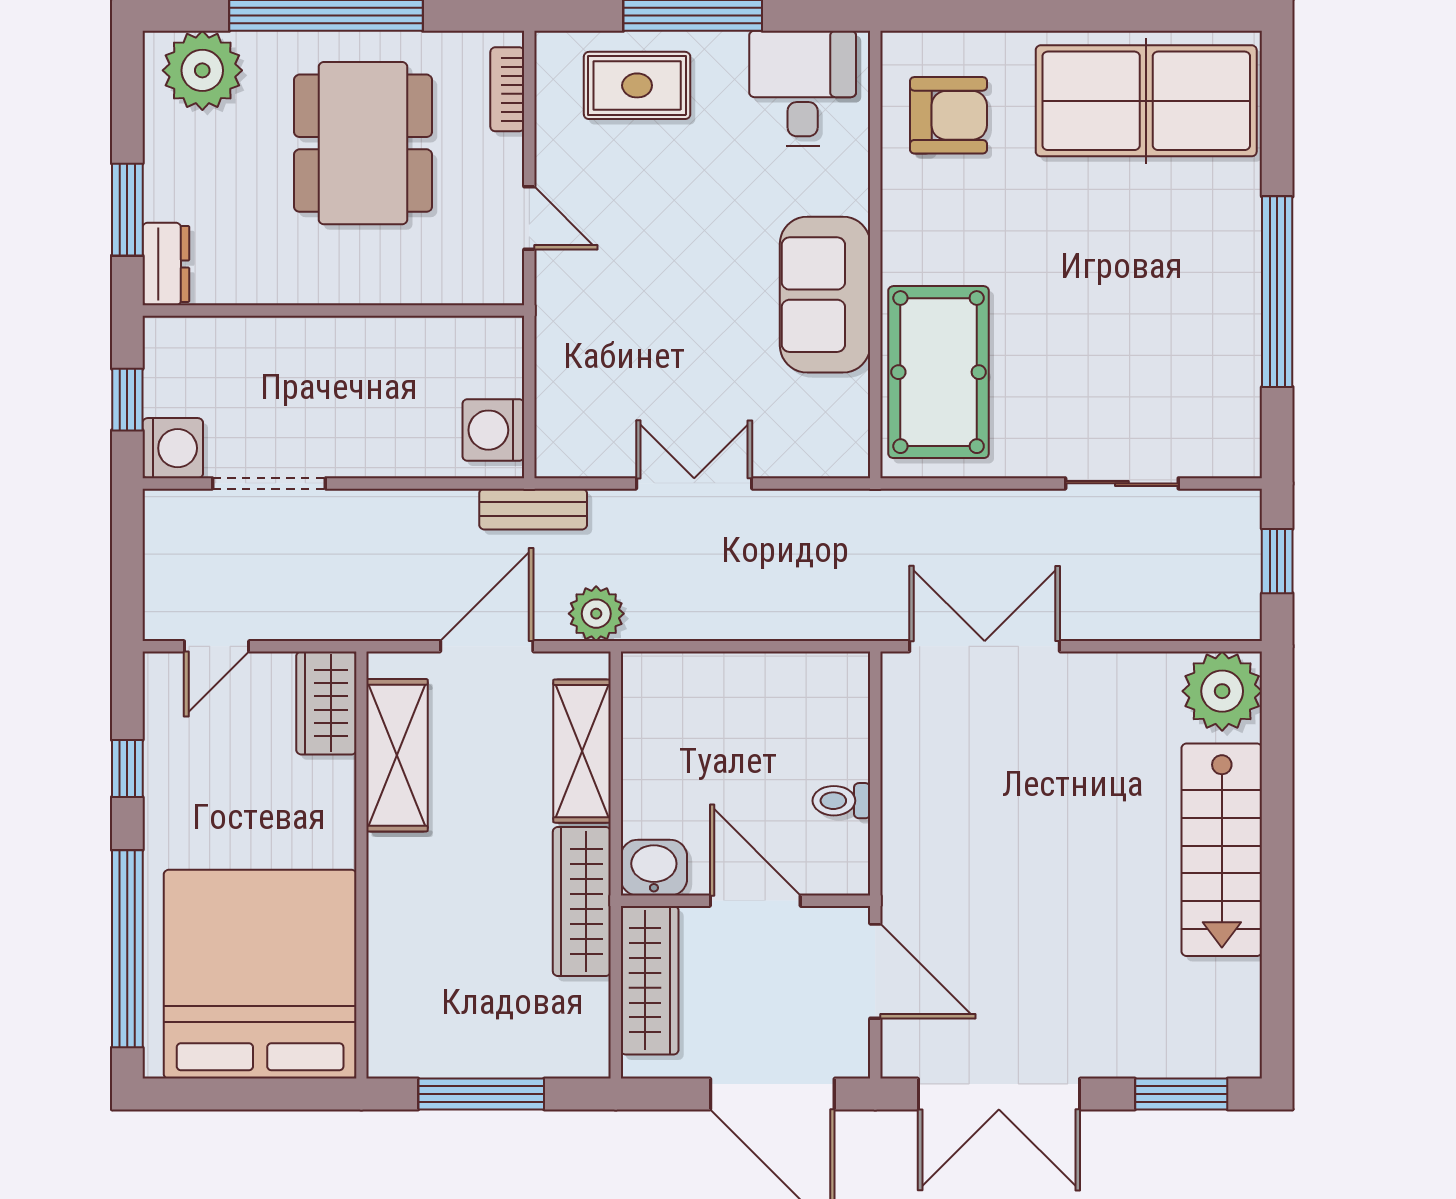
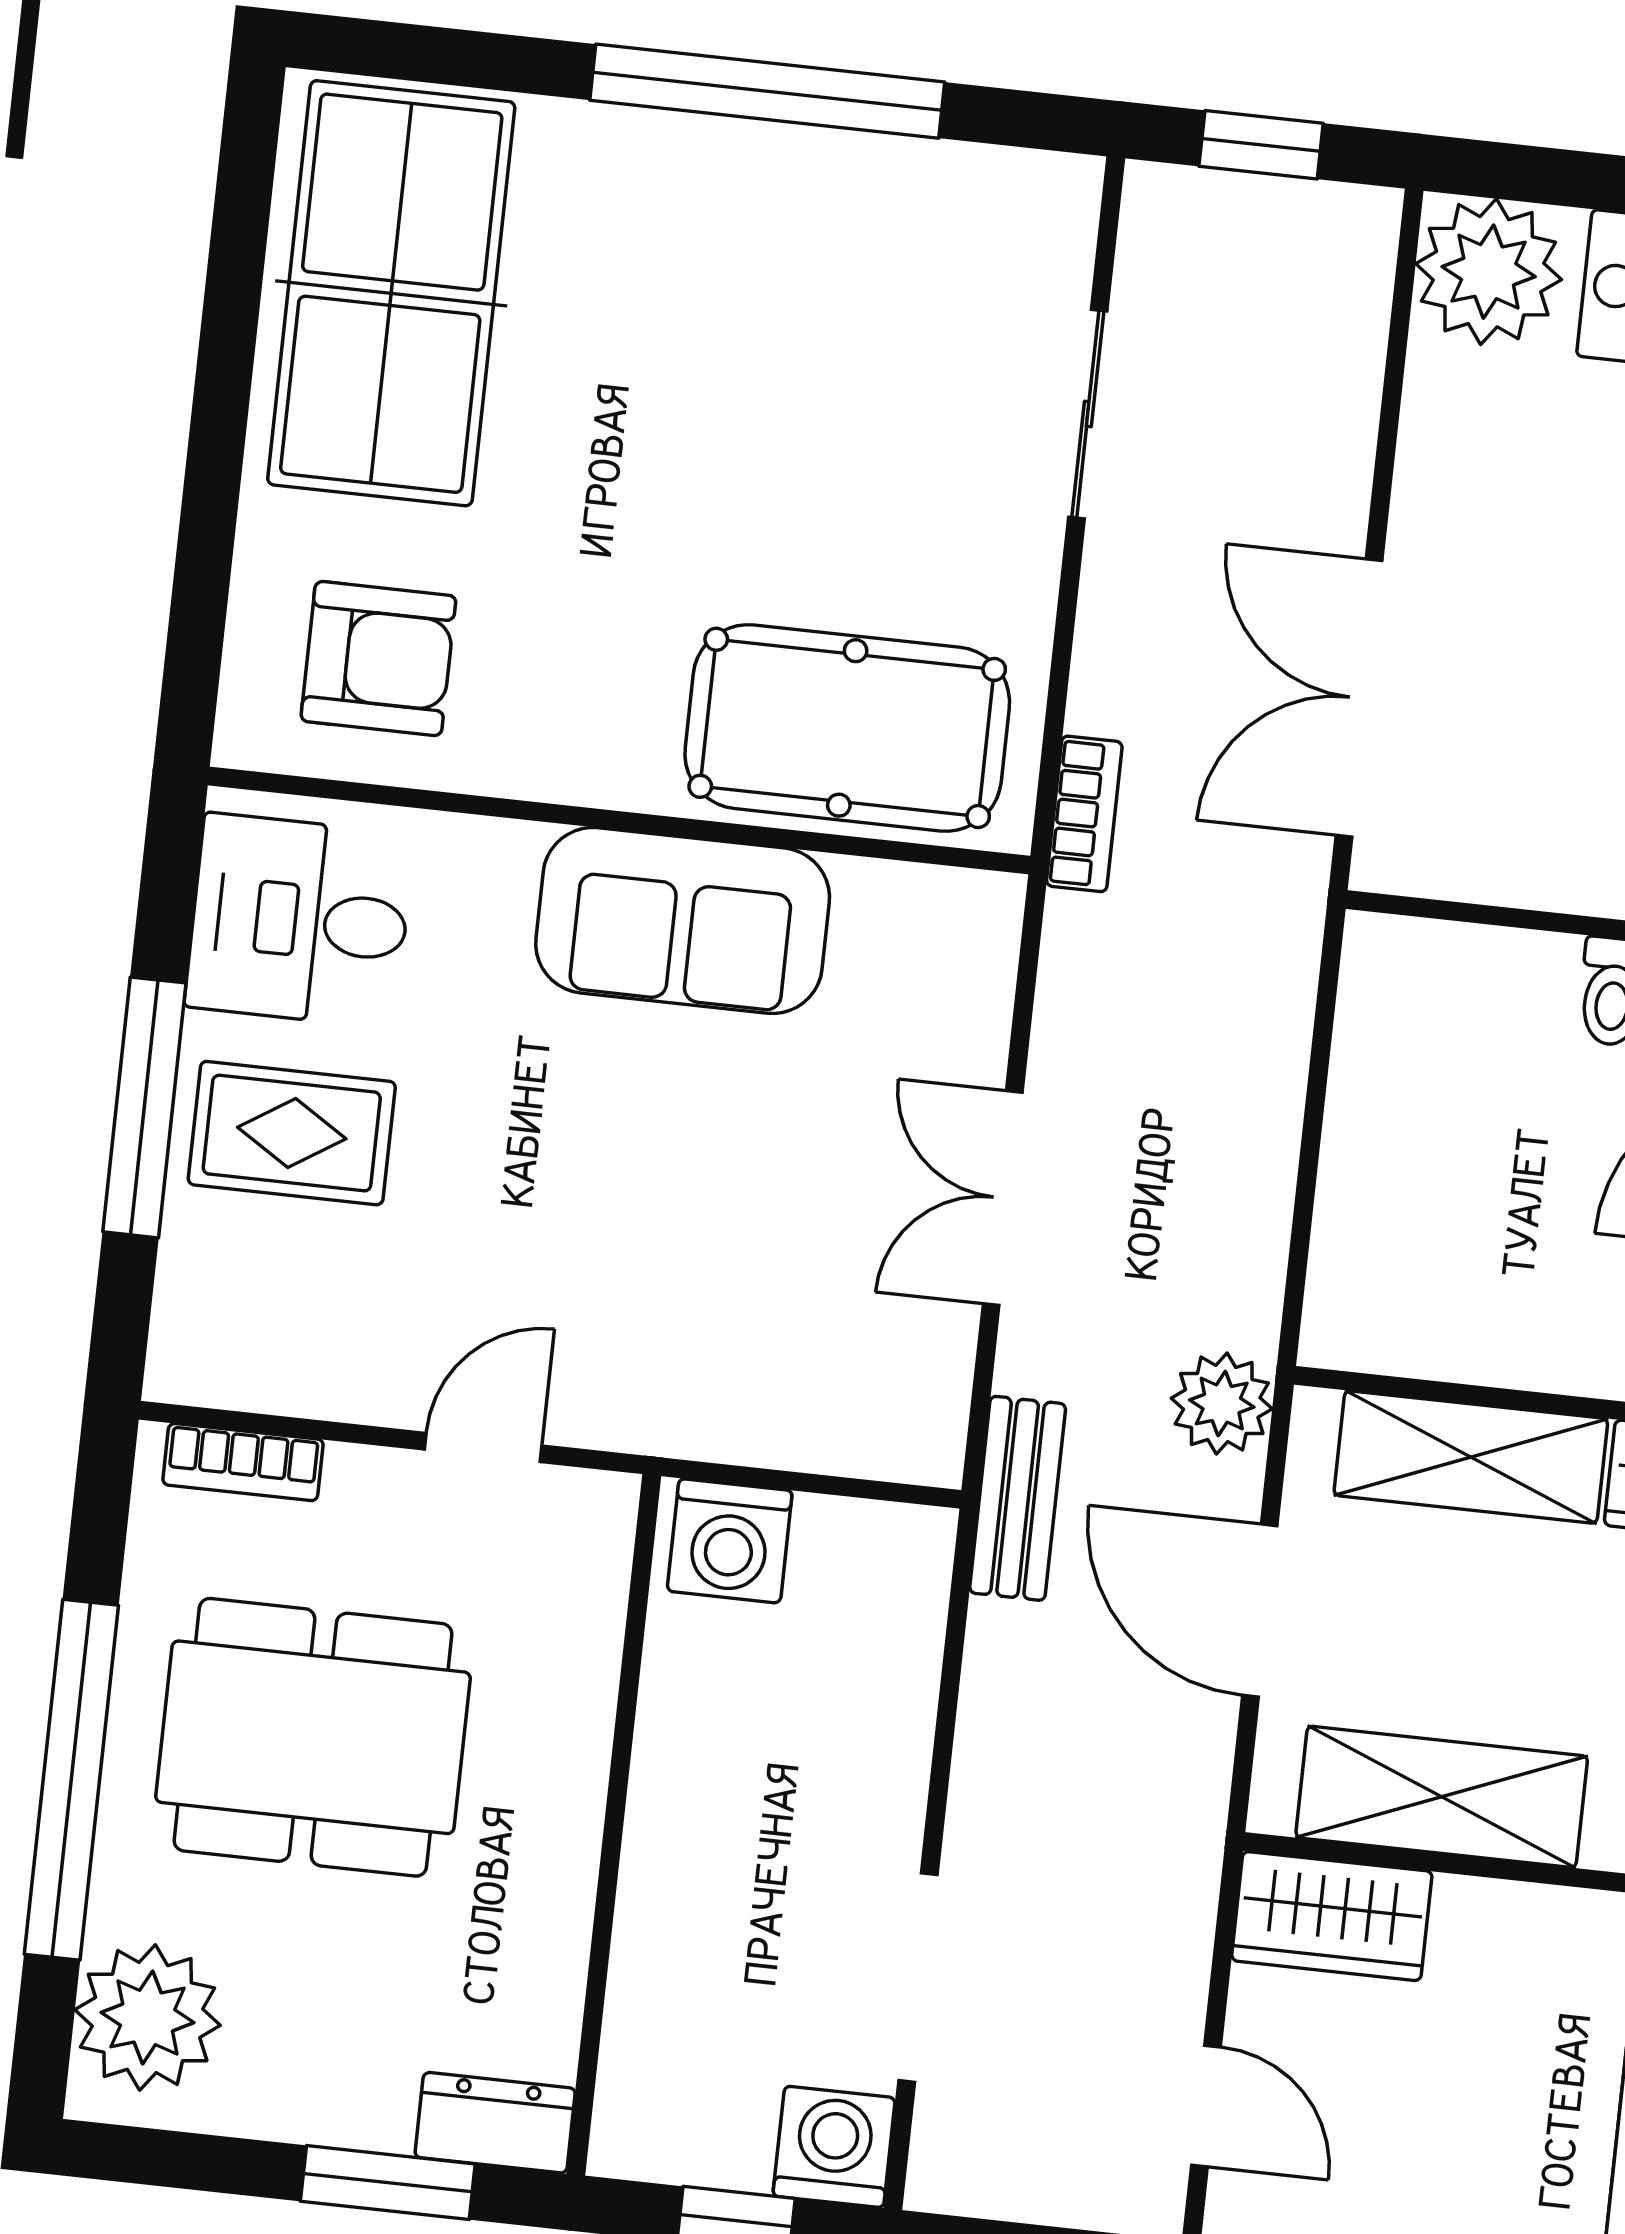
rug: (637, 85) -> (292, 1133), moved, turned 90
armchair: (948, 115) -> (378, 659), turned 90
washing machine: (493, 430) -> (730, 1541), moved
bookcase: (906, 505) -> (1084, 814), added

